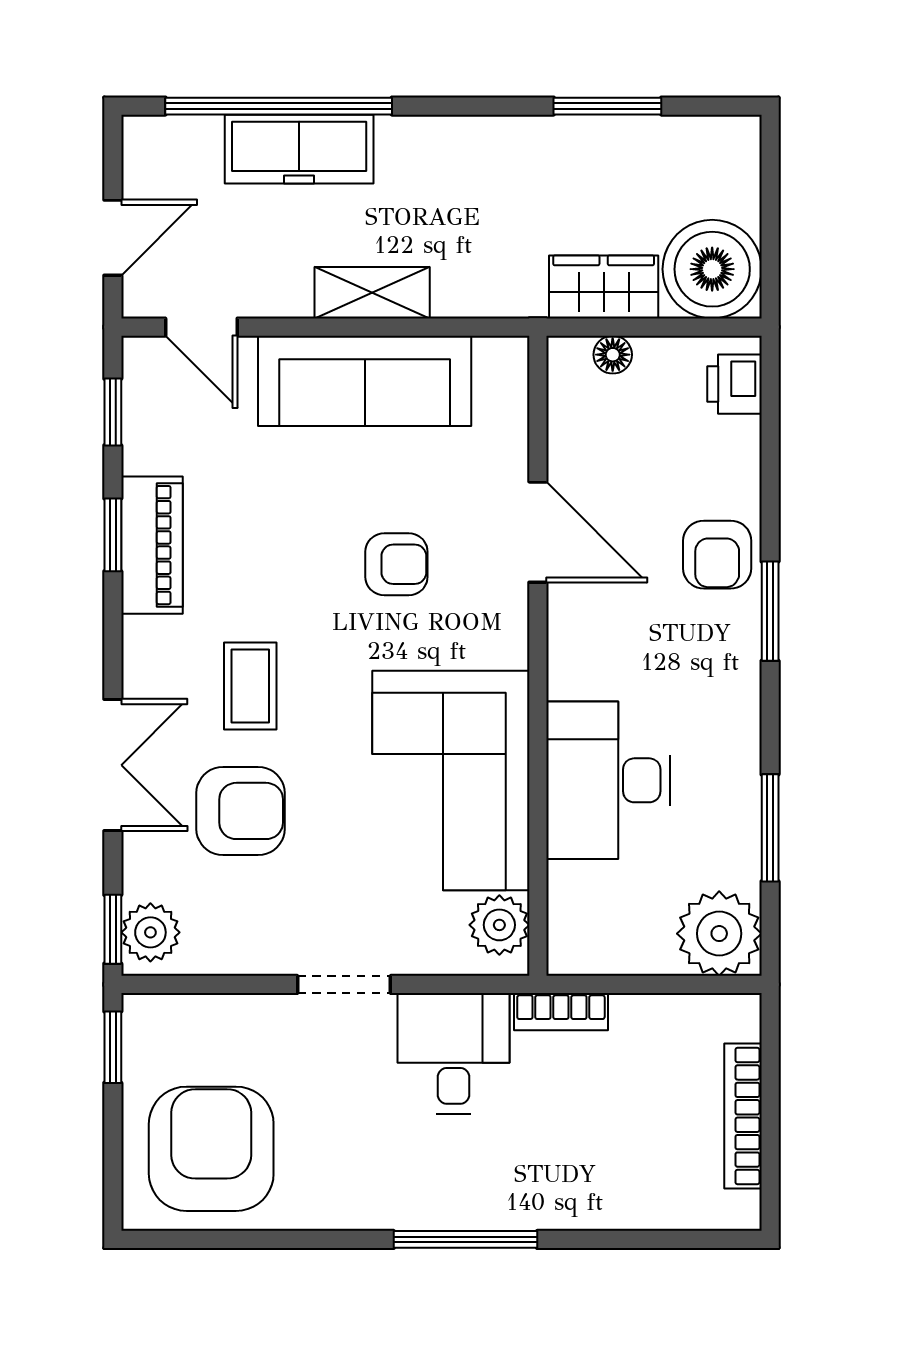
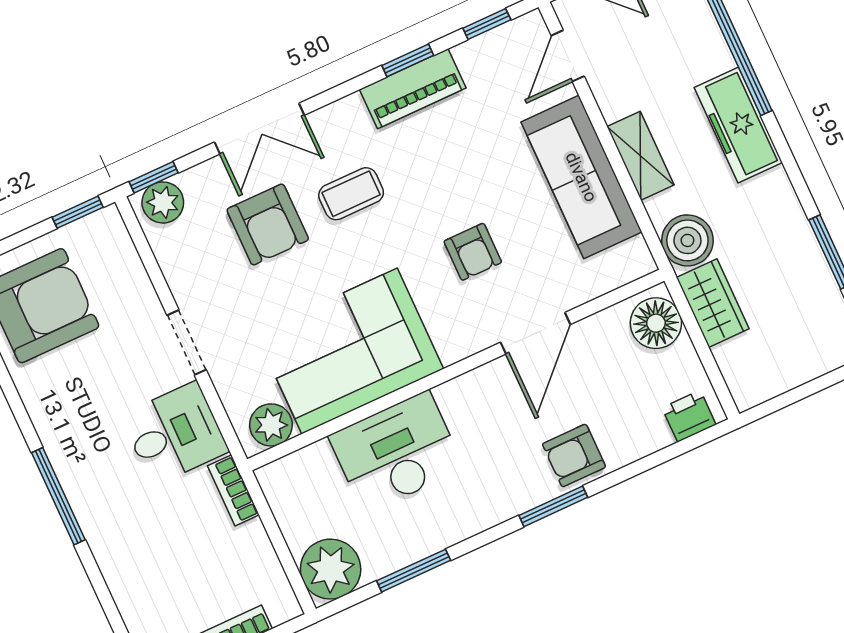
freezer: (299, 149) -> (738, 125), moved
boiler: (712, 269) -> (687, 240), moved, width x0.73, depth x0.73
floor lamp: (613, 355) -> (656, 323), width x1.89, depth x1.89

